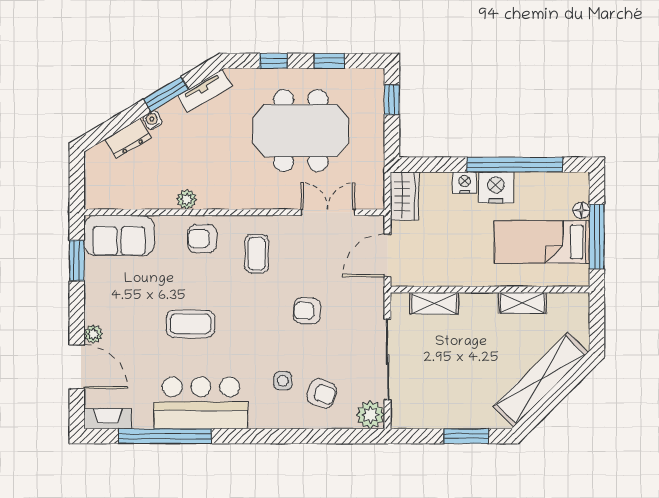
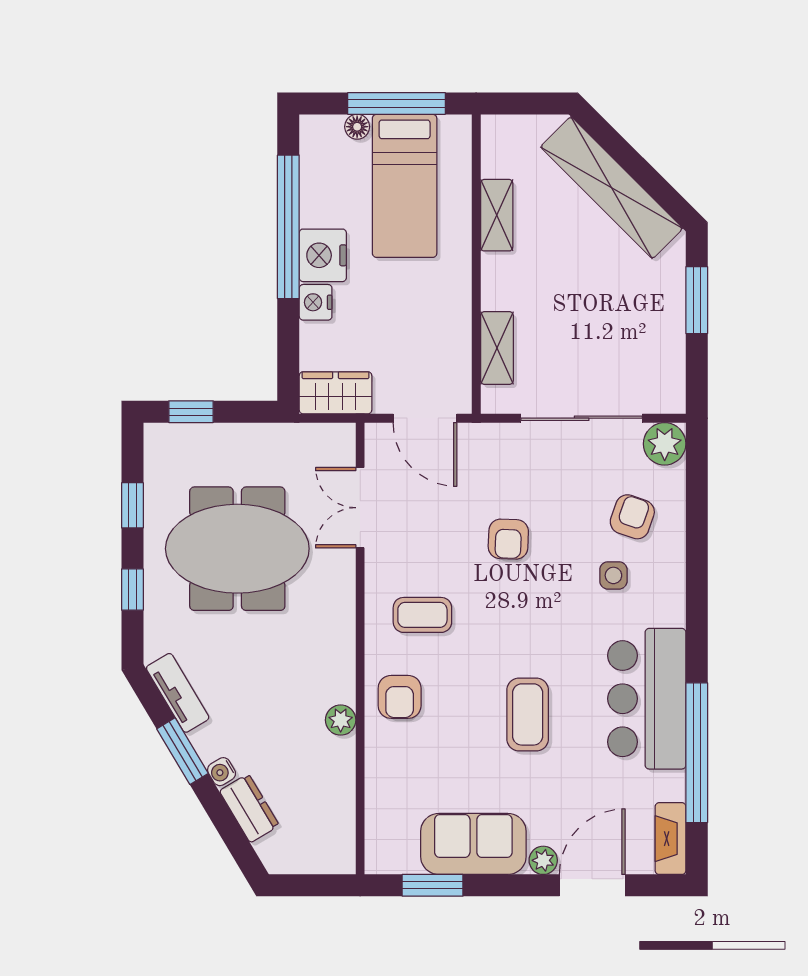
meeting table: (301, 131) -> (237, 549), turned 90
sofa: (119, 236) -> (473, 844), moved, turned -90

